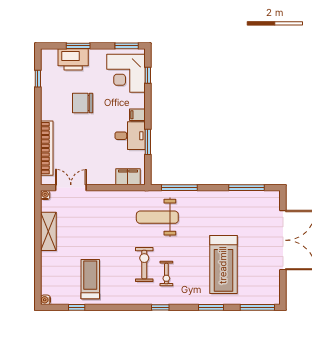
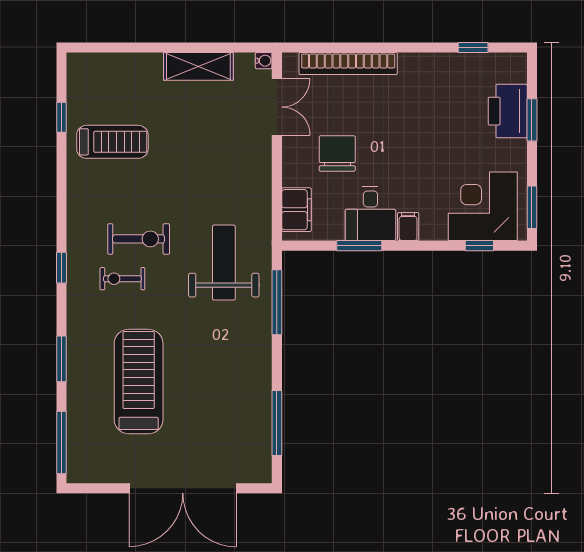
chair: (83, 103) -> (337, 153), moved
treadmill: (223, 265) -> (139, 382), turned 90
water cooler: (45, 300) -> (75, 61), removed

